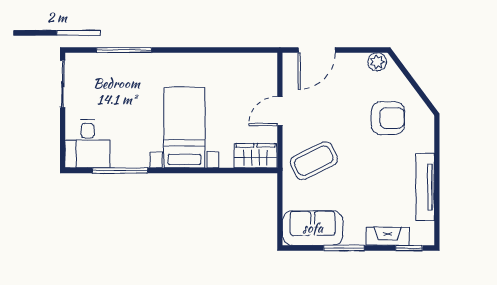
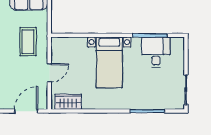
desk: (88, 144) -> (156, 52), moved
wardrobe: (255, 156) -> (68, 102), moved, turned 180
coffee table: (314, 161) -> (28, 42), turned -64

